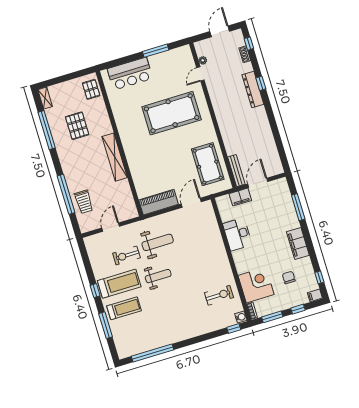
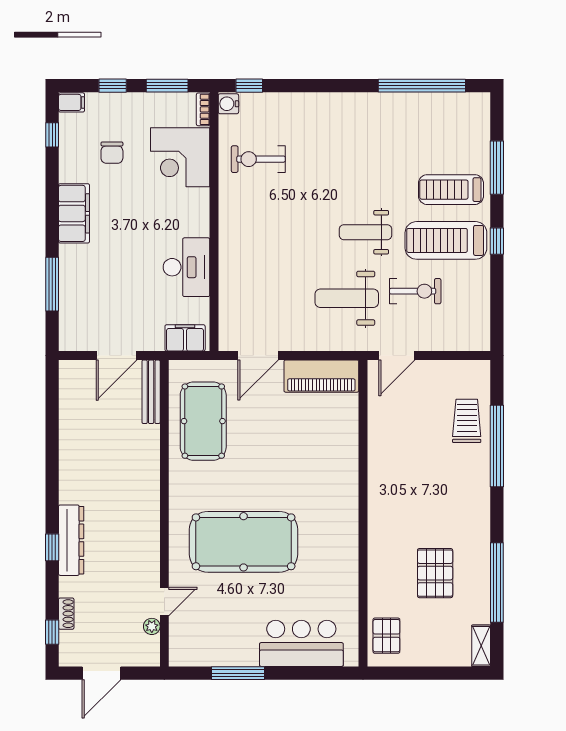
shelving: (115, 157) -> (380, 490), removed
filing cabinet: (240, 197) -> (185, 338), moved
door: (111, 227) -> (397, 356), moved

